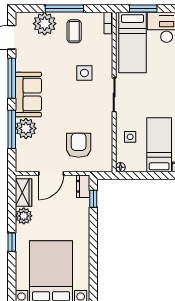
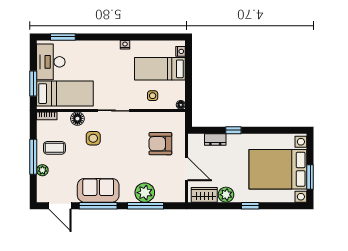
plant: (45, 24) -> (42, 170), width x0.53, depth x0.53
floor lamp: (106, 56) -> (77, 119), added
sofa: (28, 94) -> (98, 190), moved
dresser: (83, 186) -> (215, 139), moved
window: (93, 199) -> (233, 130), moved

